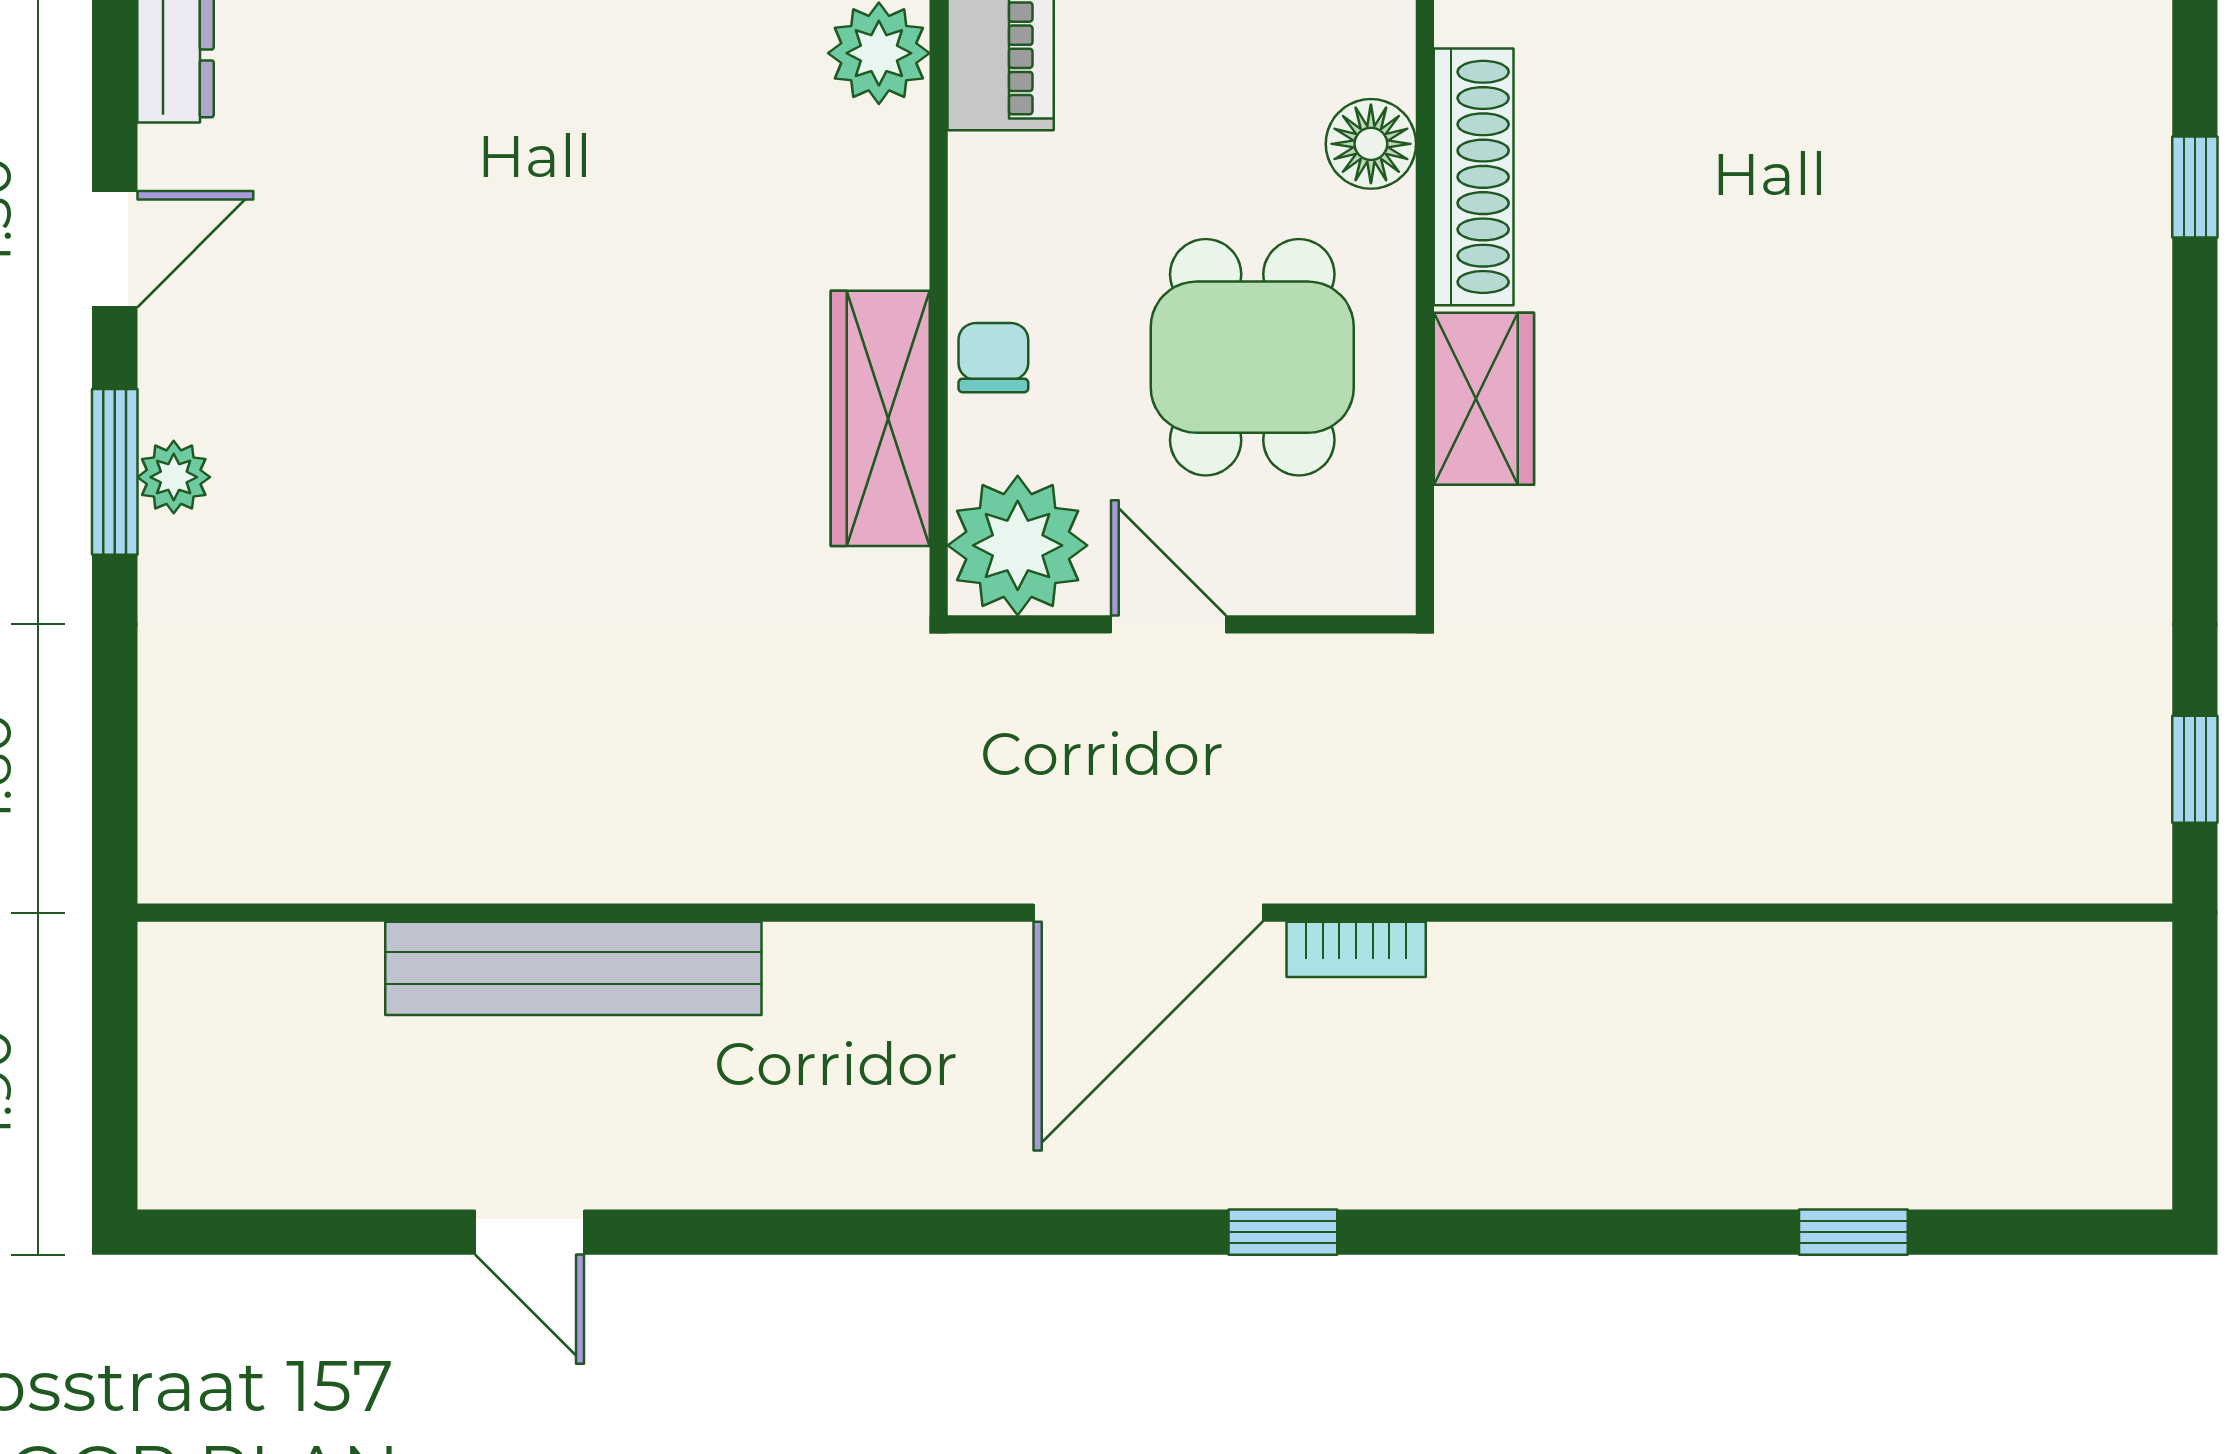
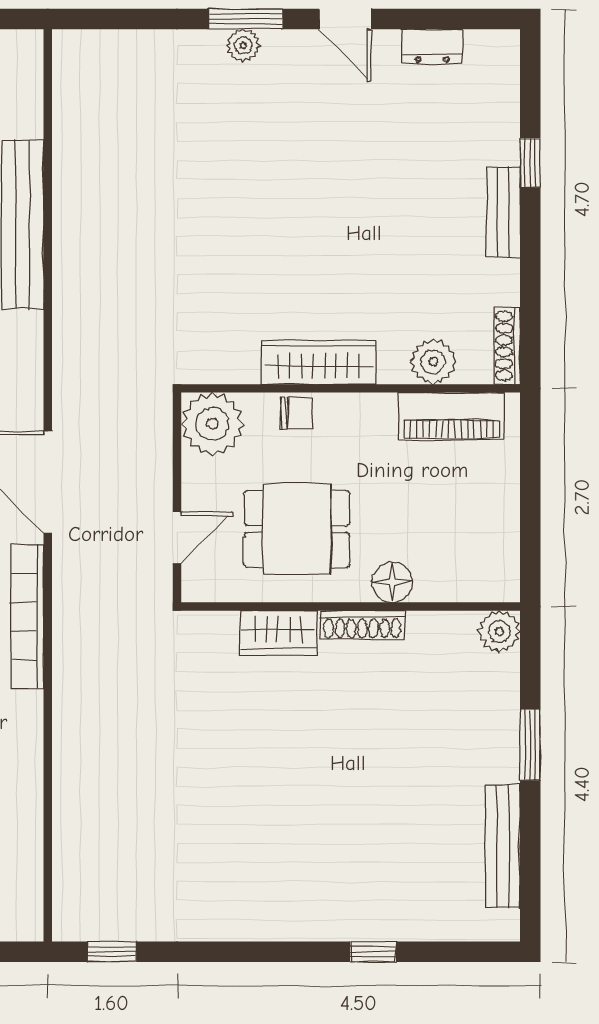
shoe rack: (1474, 177) -> (362, 625), width x0.74, depth x0.81
wardrobe: (880, 418) -> (319, 362), moved
door: (1168, 624) -> (177, 538), moved
bookcase: (1356, 949) -> (27, 617), width x2.31, depth x1.31

